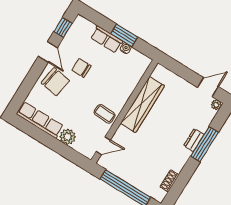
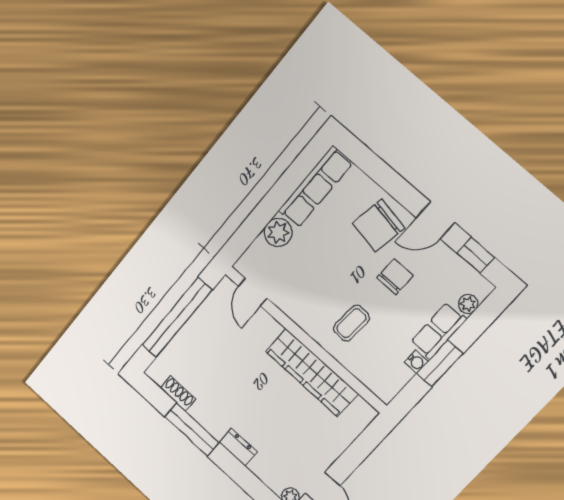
plant: (90, 26) -> (468, 304), added
coffee table: (105, 114) -> (351, 323), moved
window: (204, 144) -> (192, 430), moved

